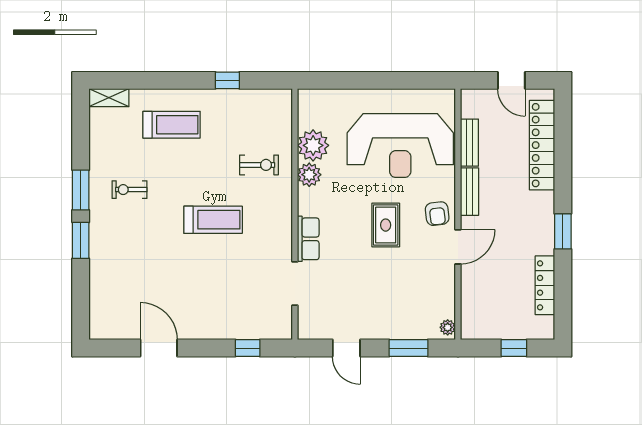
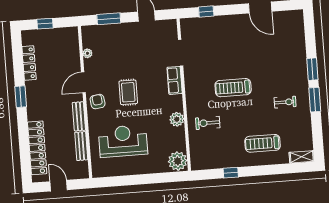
plant: (313, 145) -> (178, 161), moved
reception desk: (400, 146) -> (123, 141), width x0.74, depth x0.77
plant: (448, 327) -> (87, 53), moved

